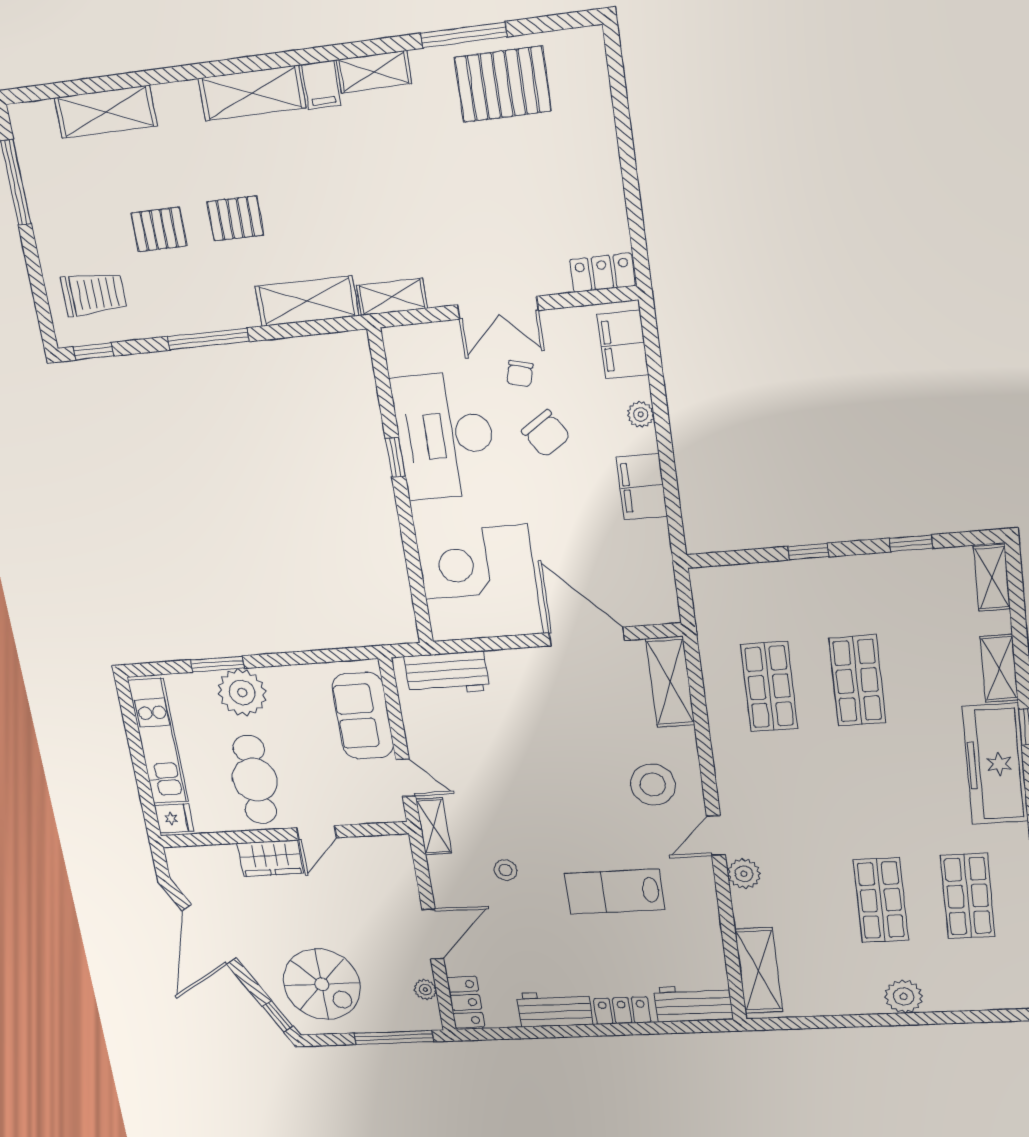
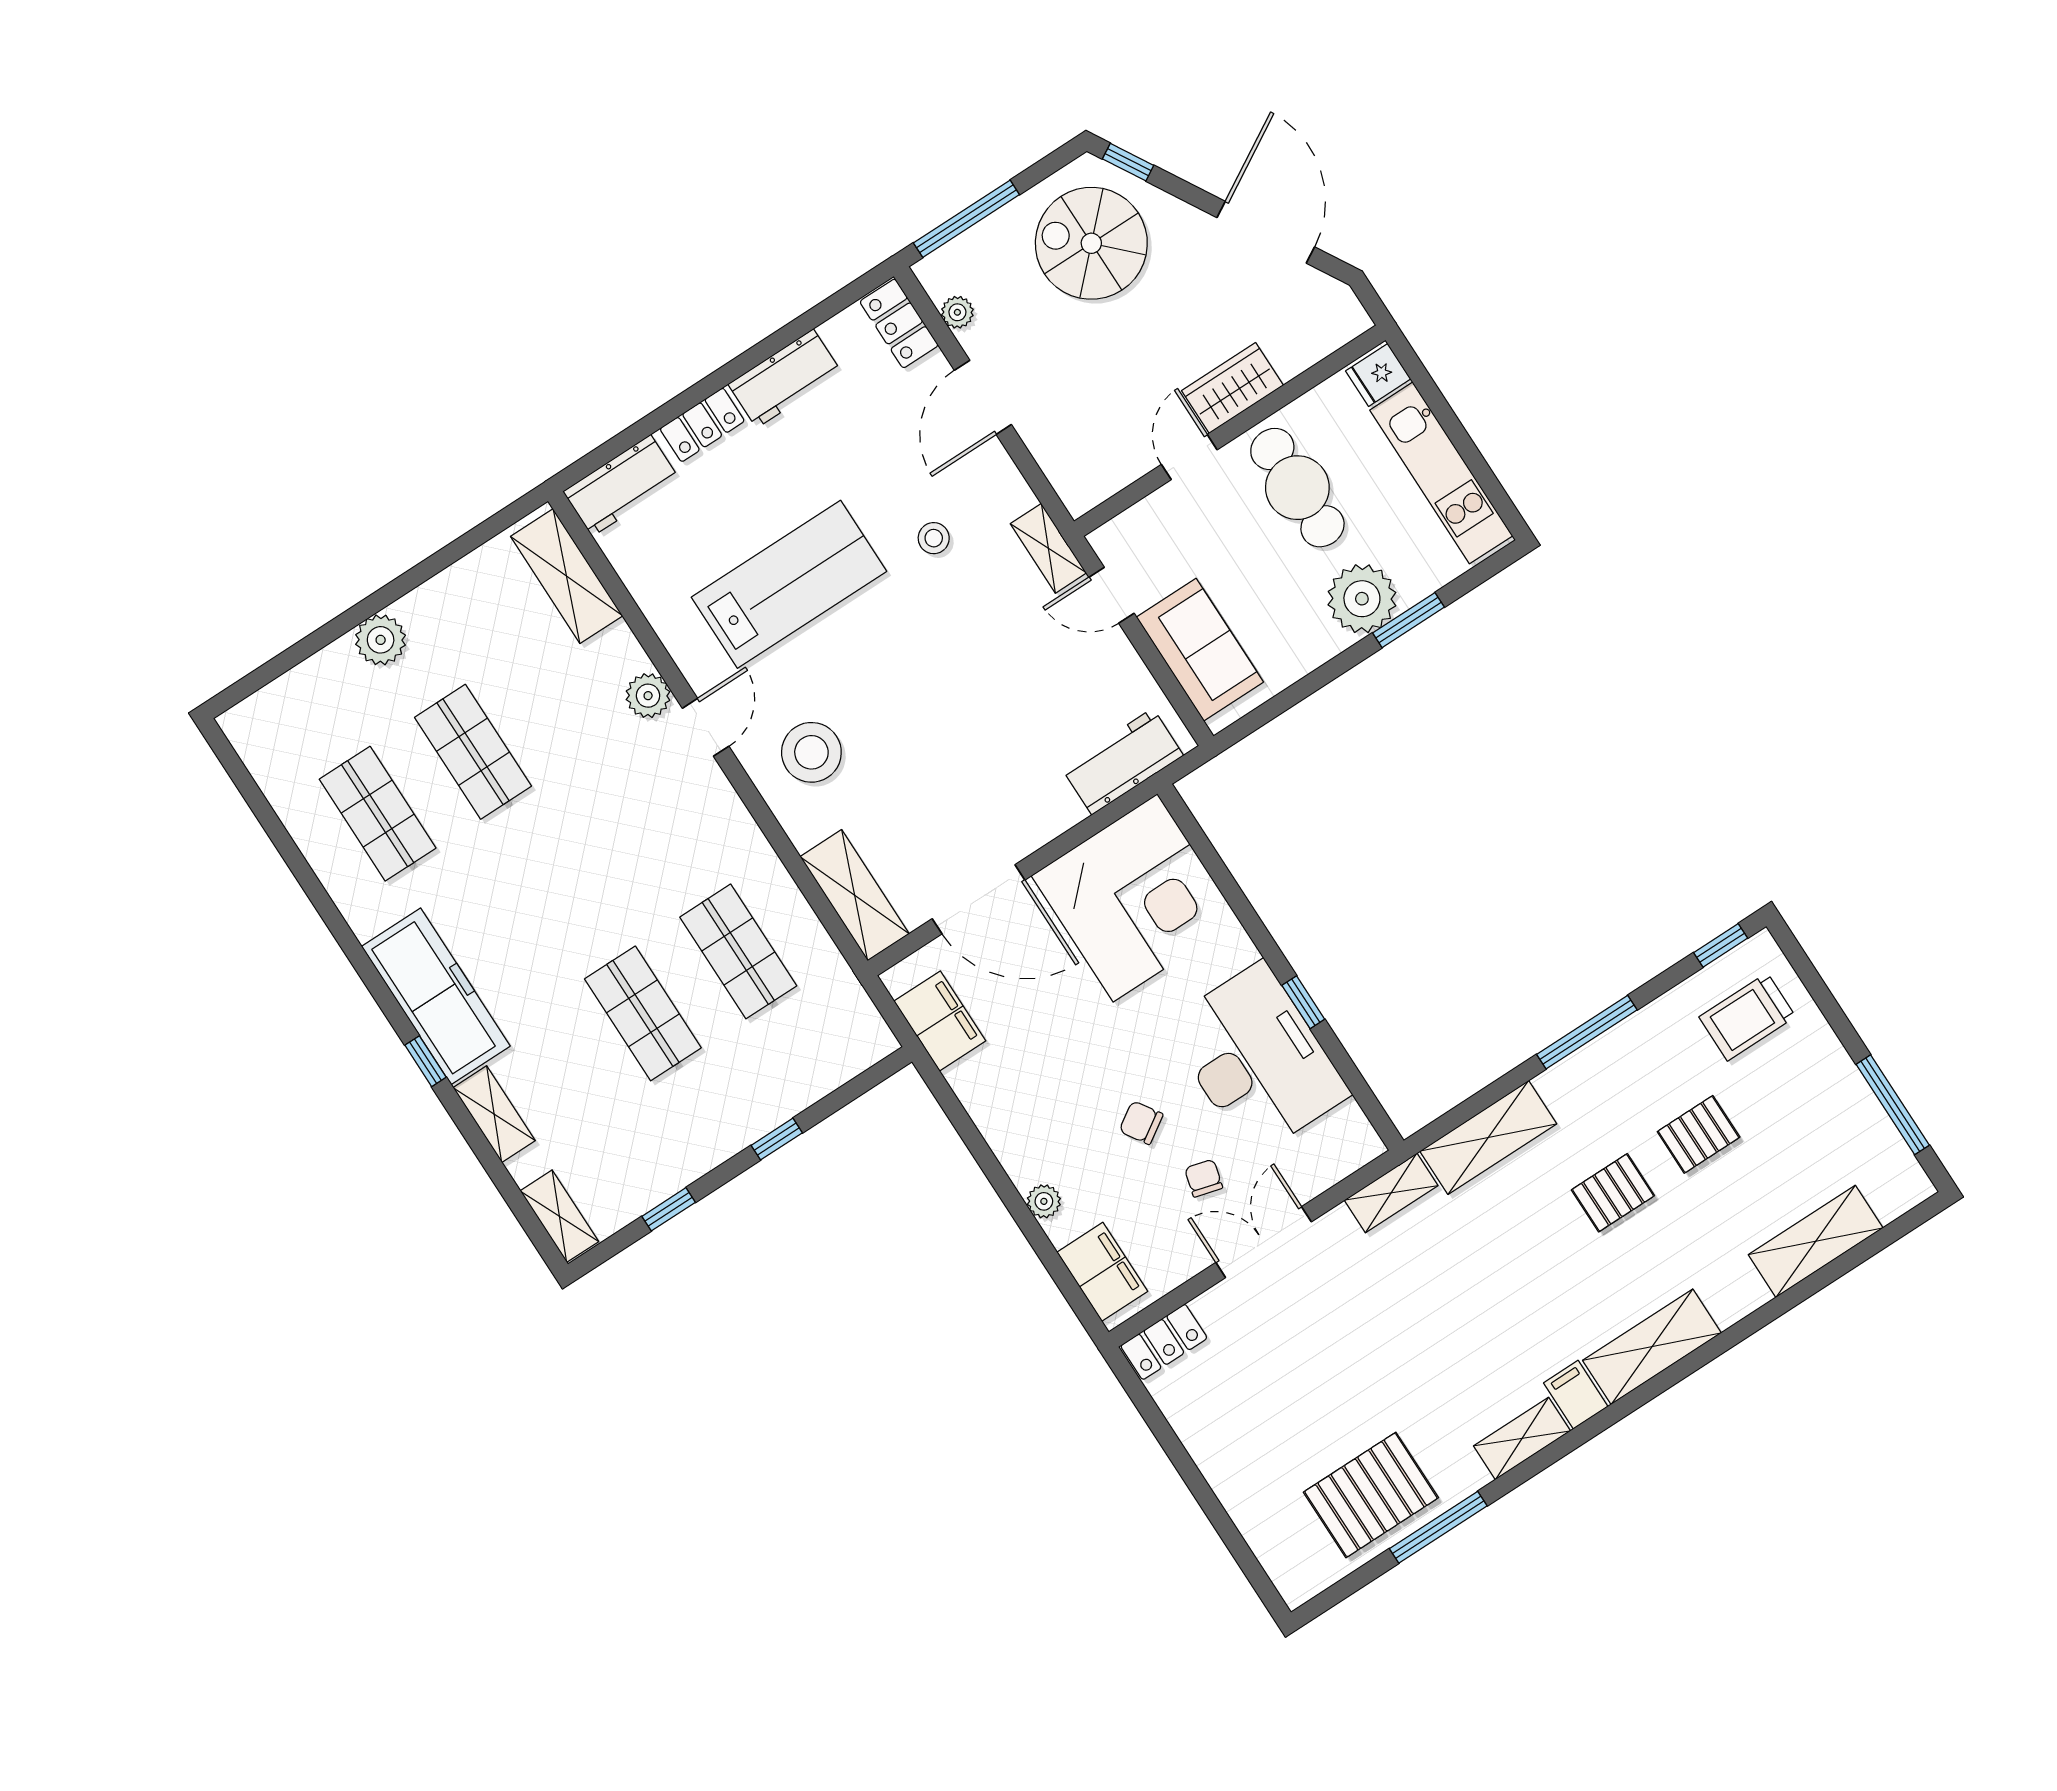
chair: (546, 434) -> (1141, 1123), width x0.73, depth x0.73
filing cabinet: (642, 487) -> (940, 1021), moved
lab bench: (615, 892) -> (789, 584), width x1.36, depth x1.39

